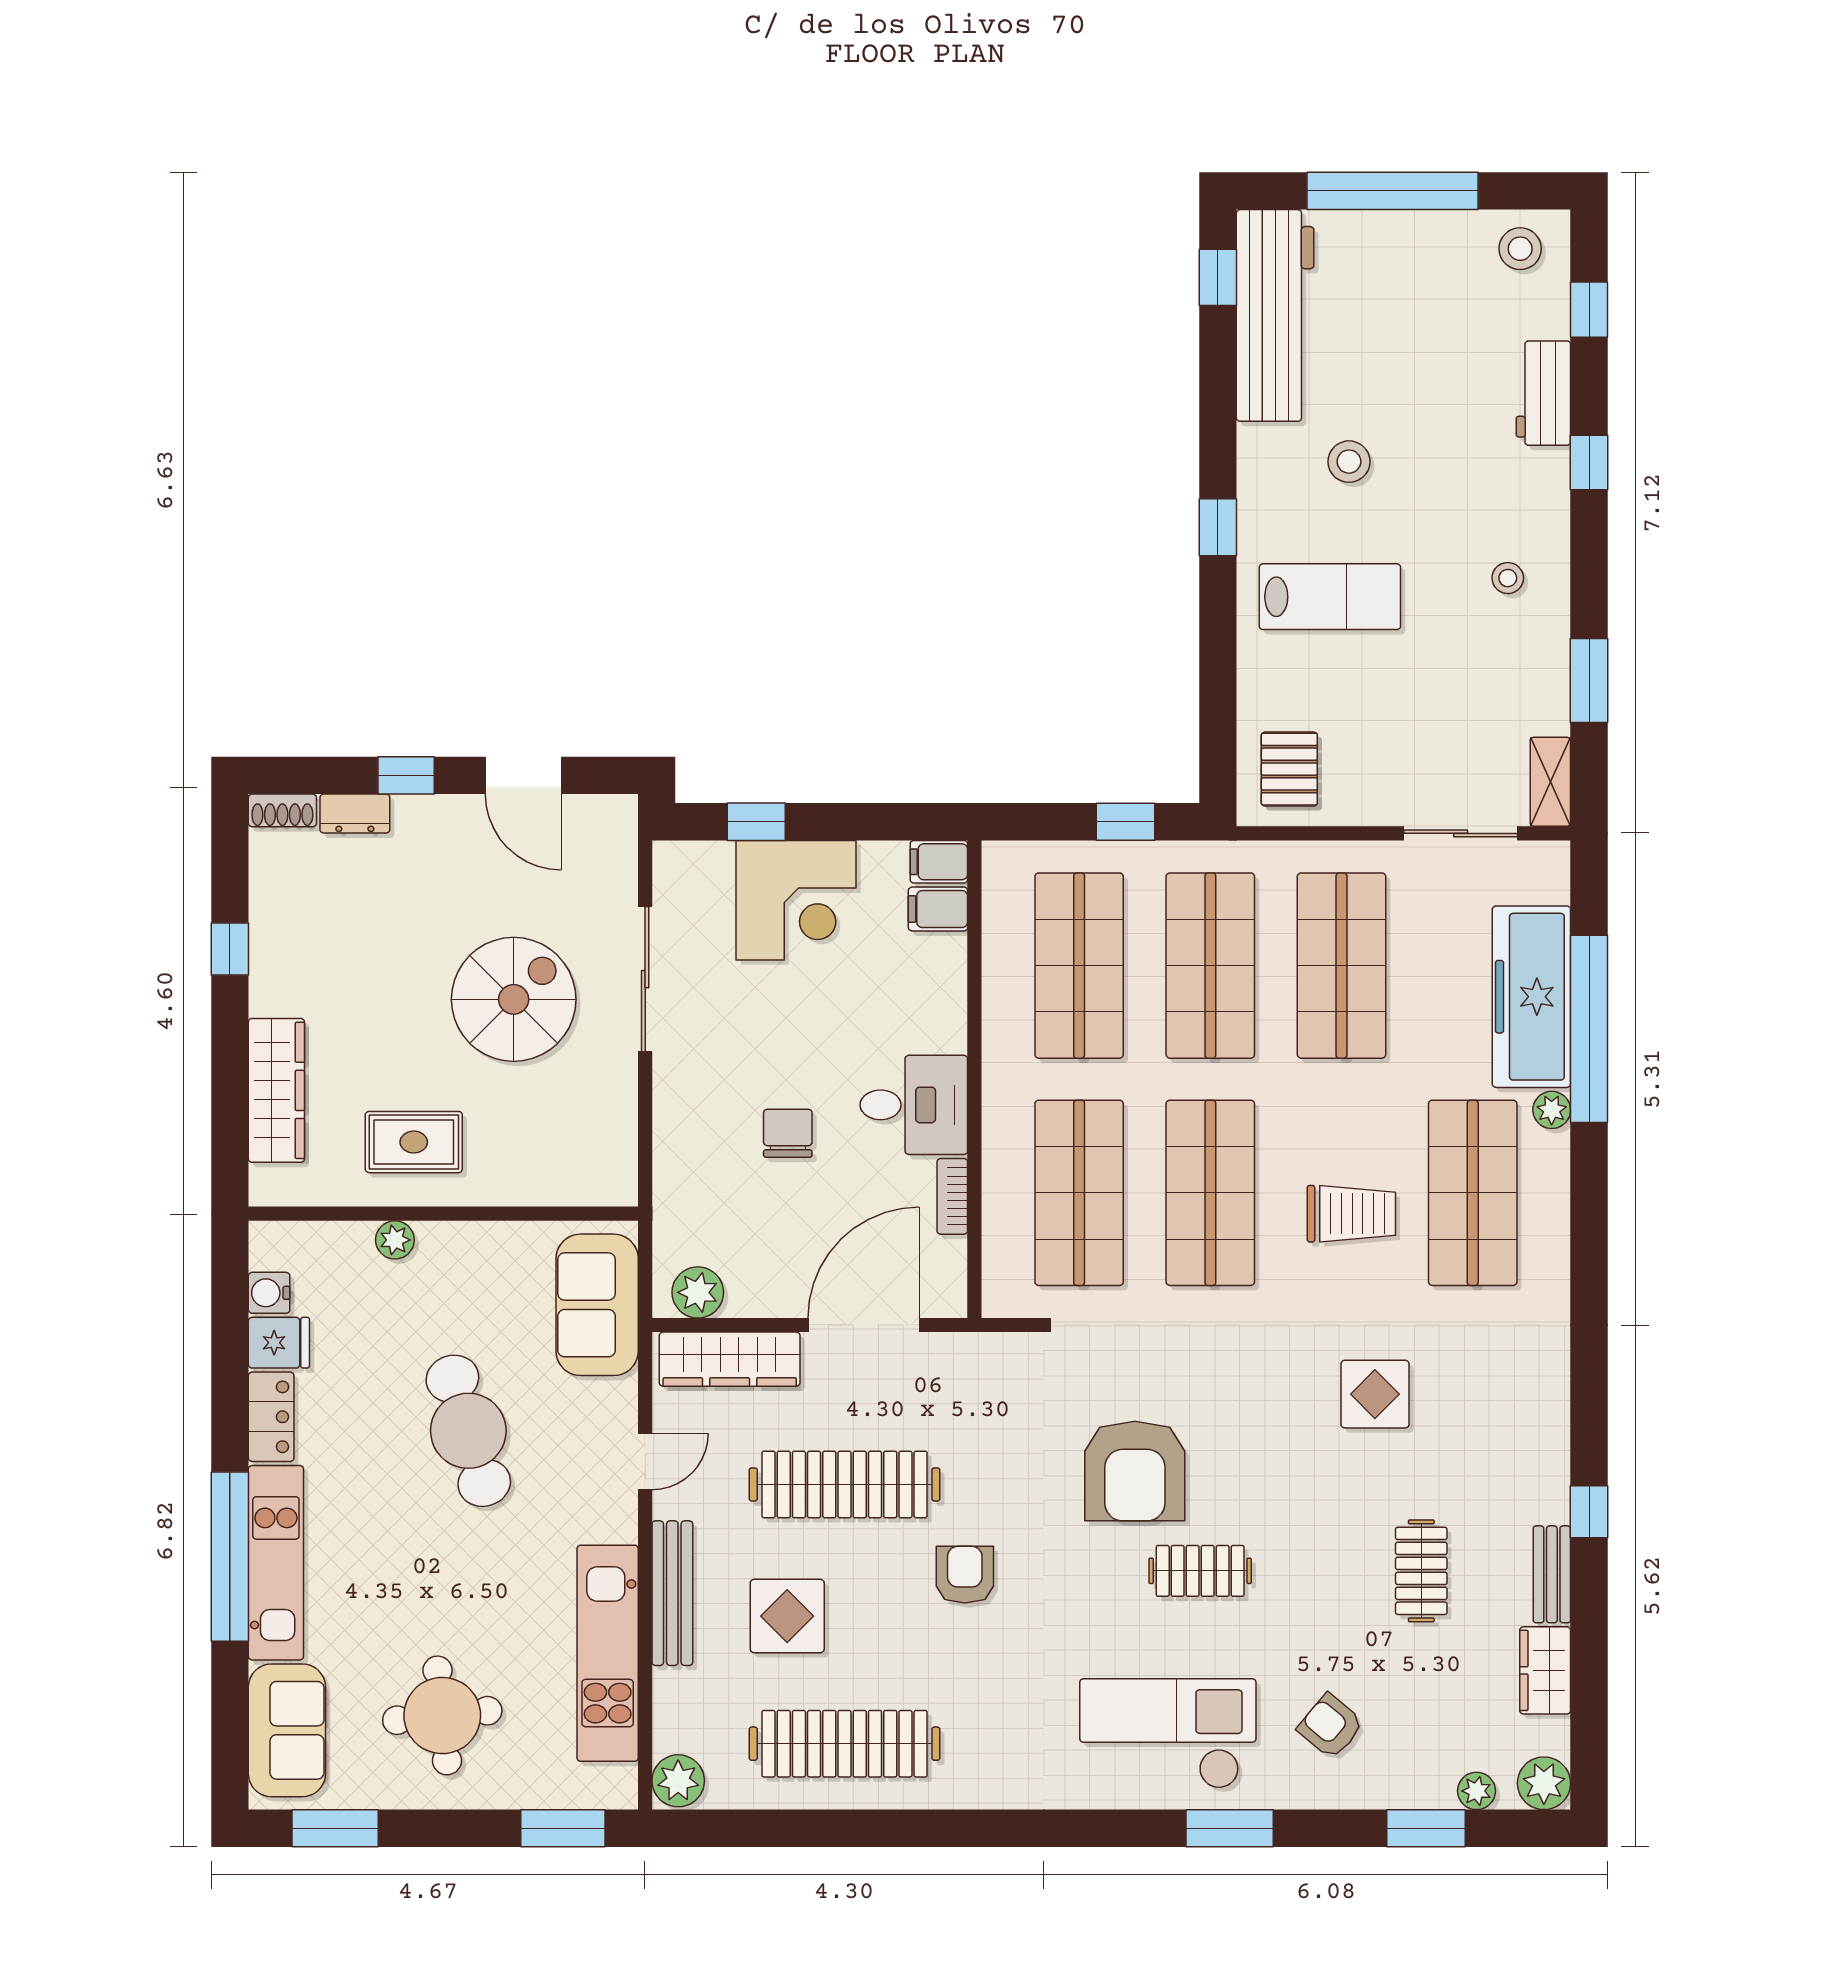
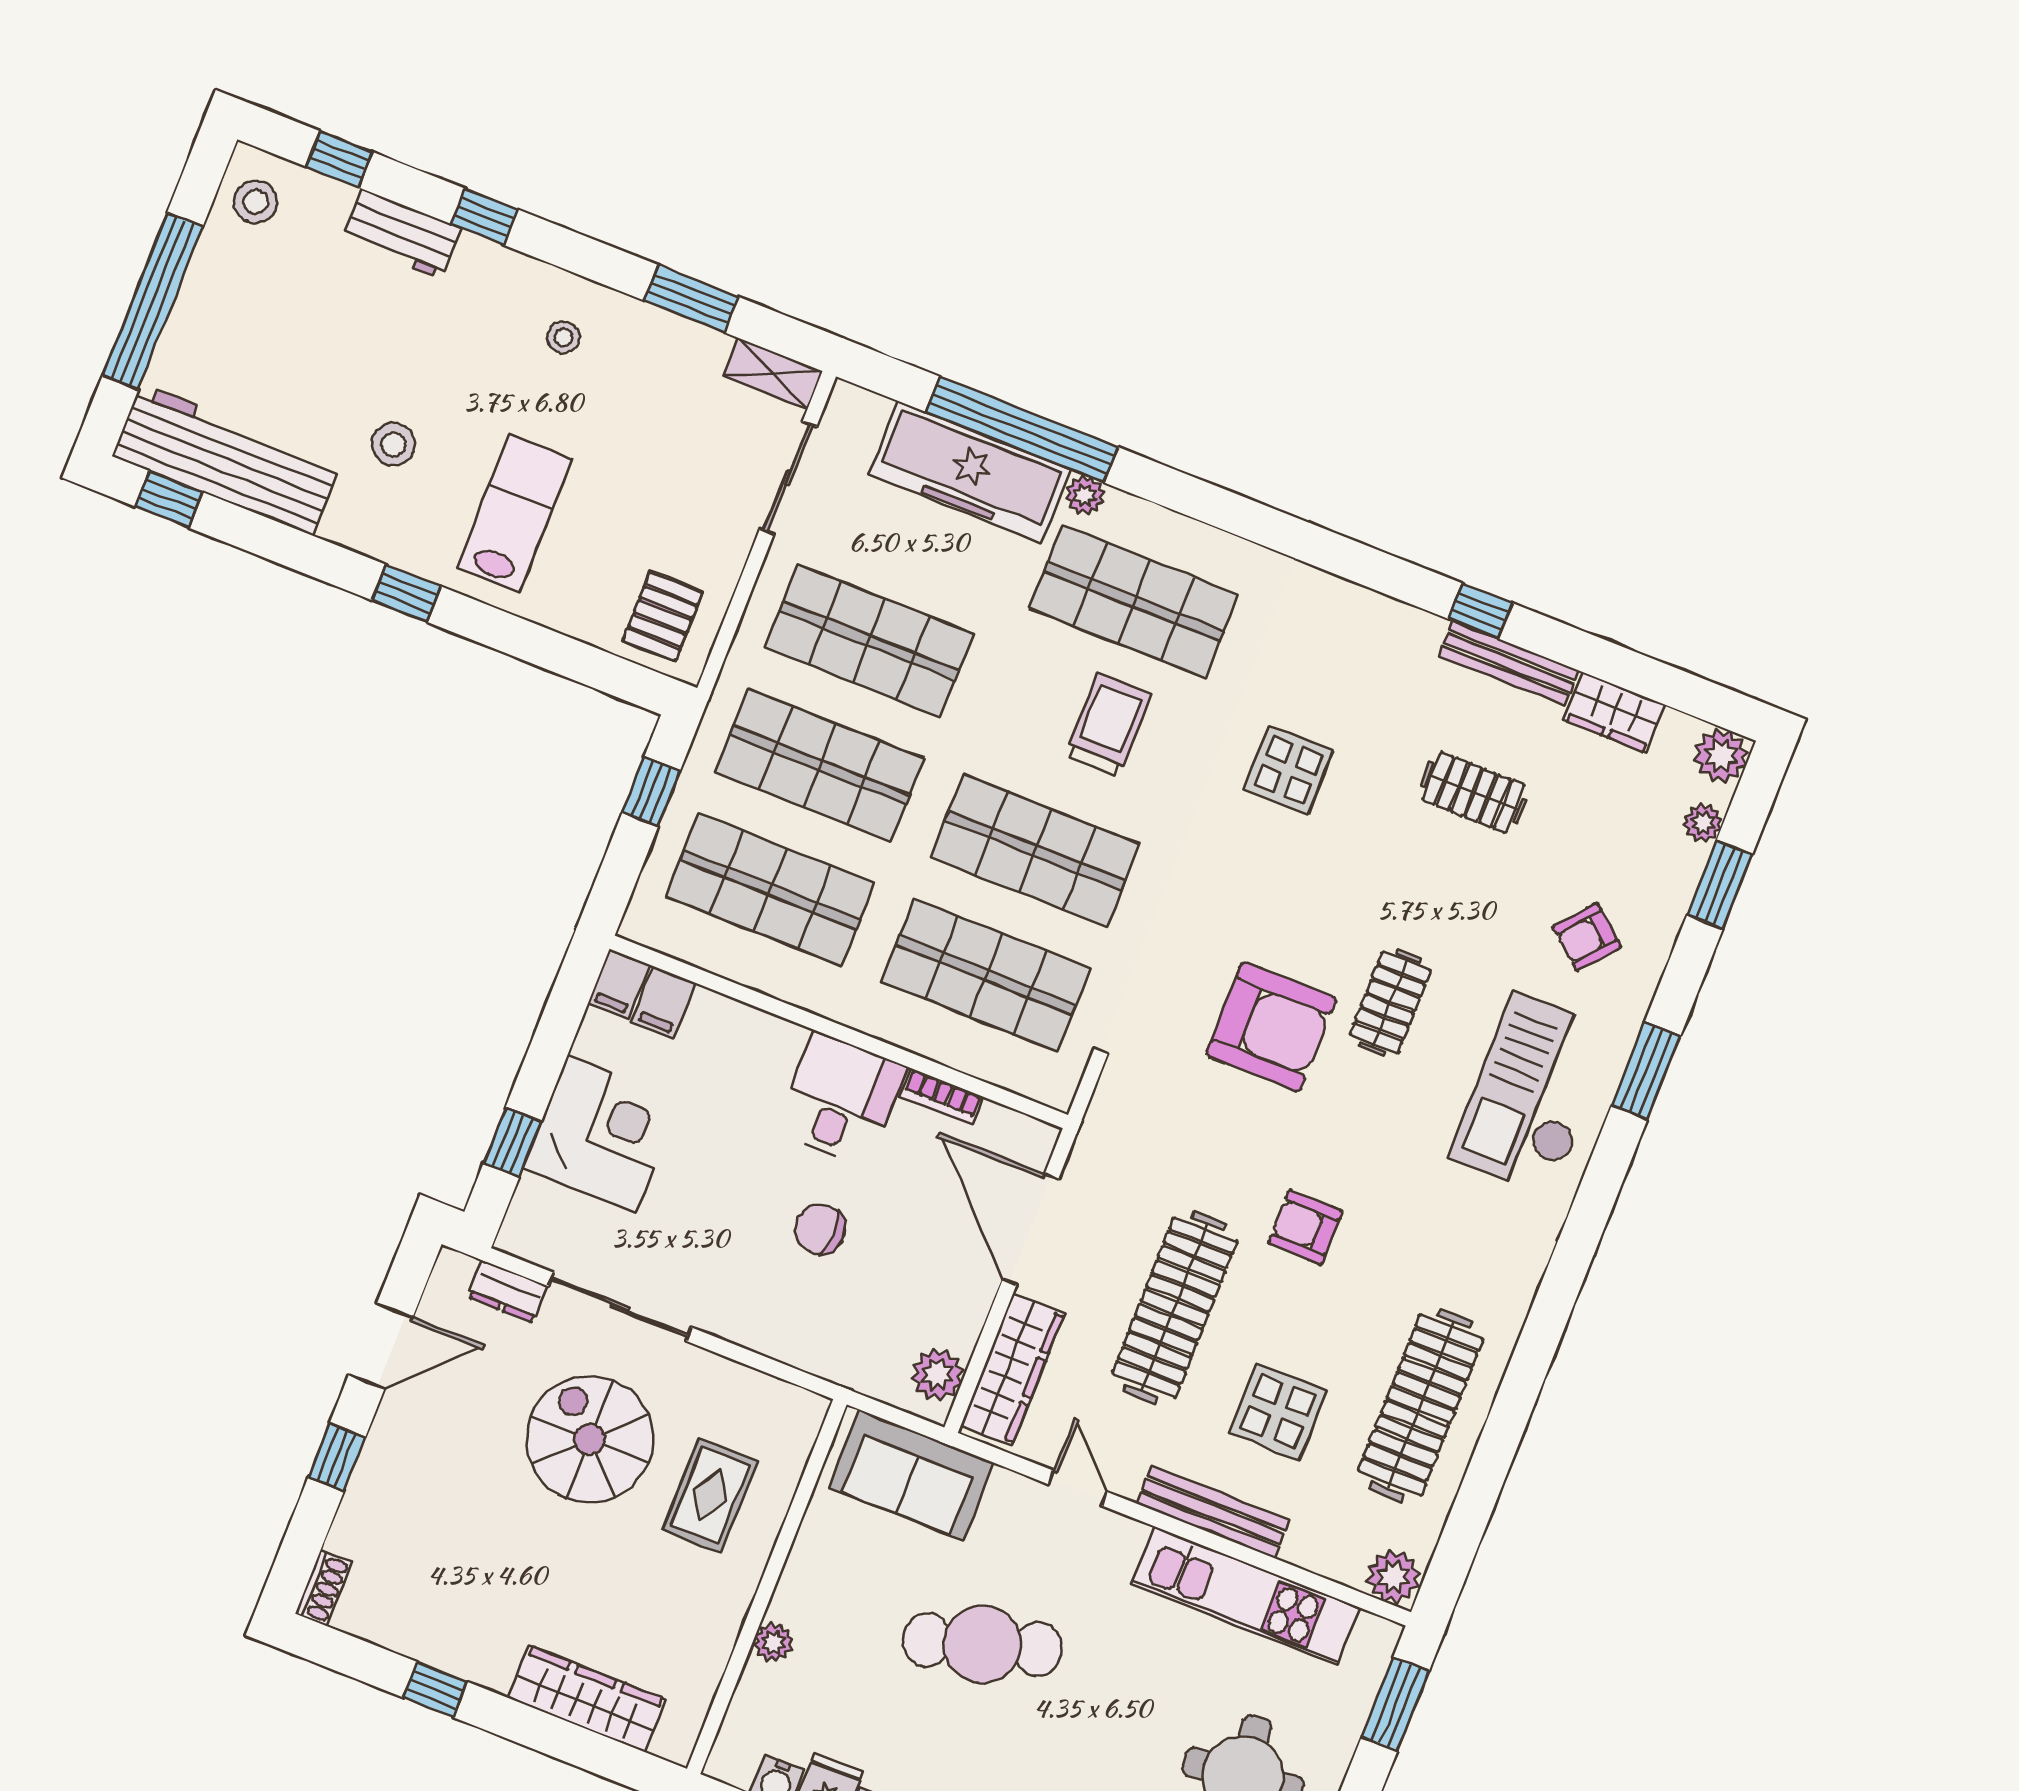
pallet: (1289, 769) -> (663, 616), turned 90
dresser: (355, 814) -> (508, 1292), moved, turned 90
rug: (414, 1142) -> (710, 1495), moved
bench: (1552, 1574) -> (1509, 663), width x1.36

